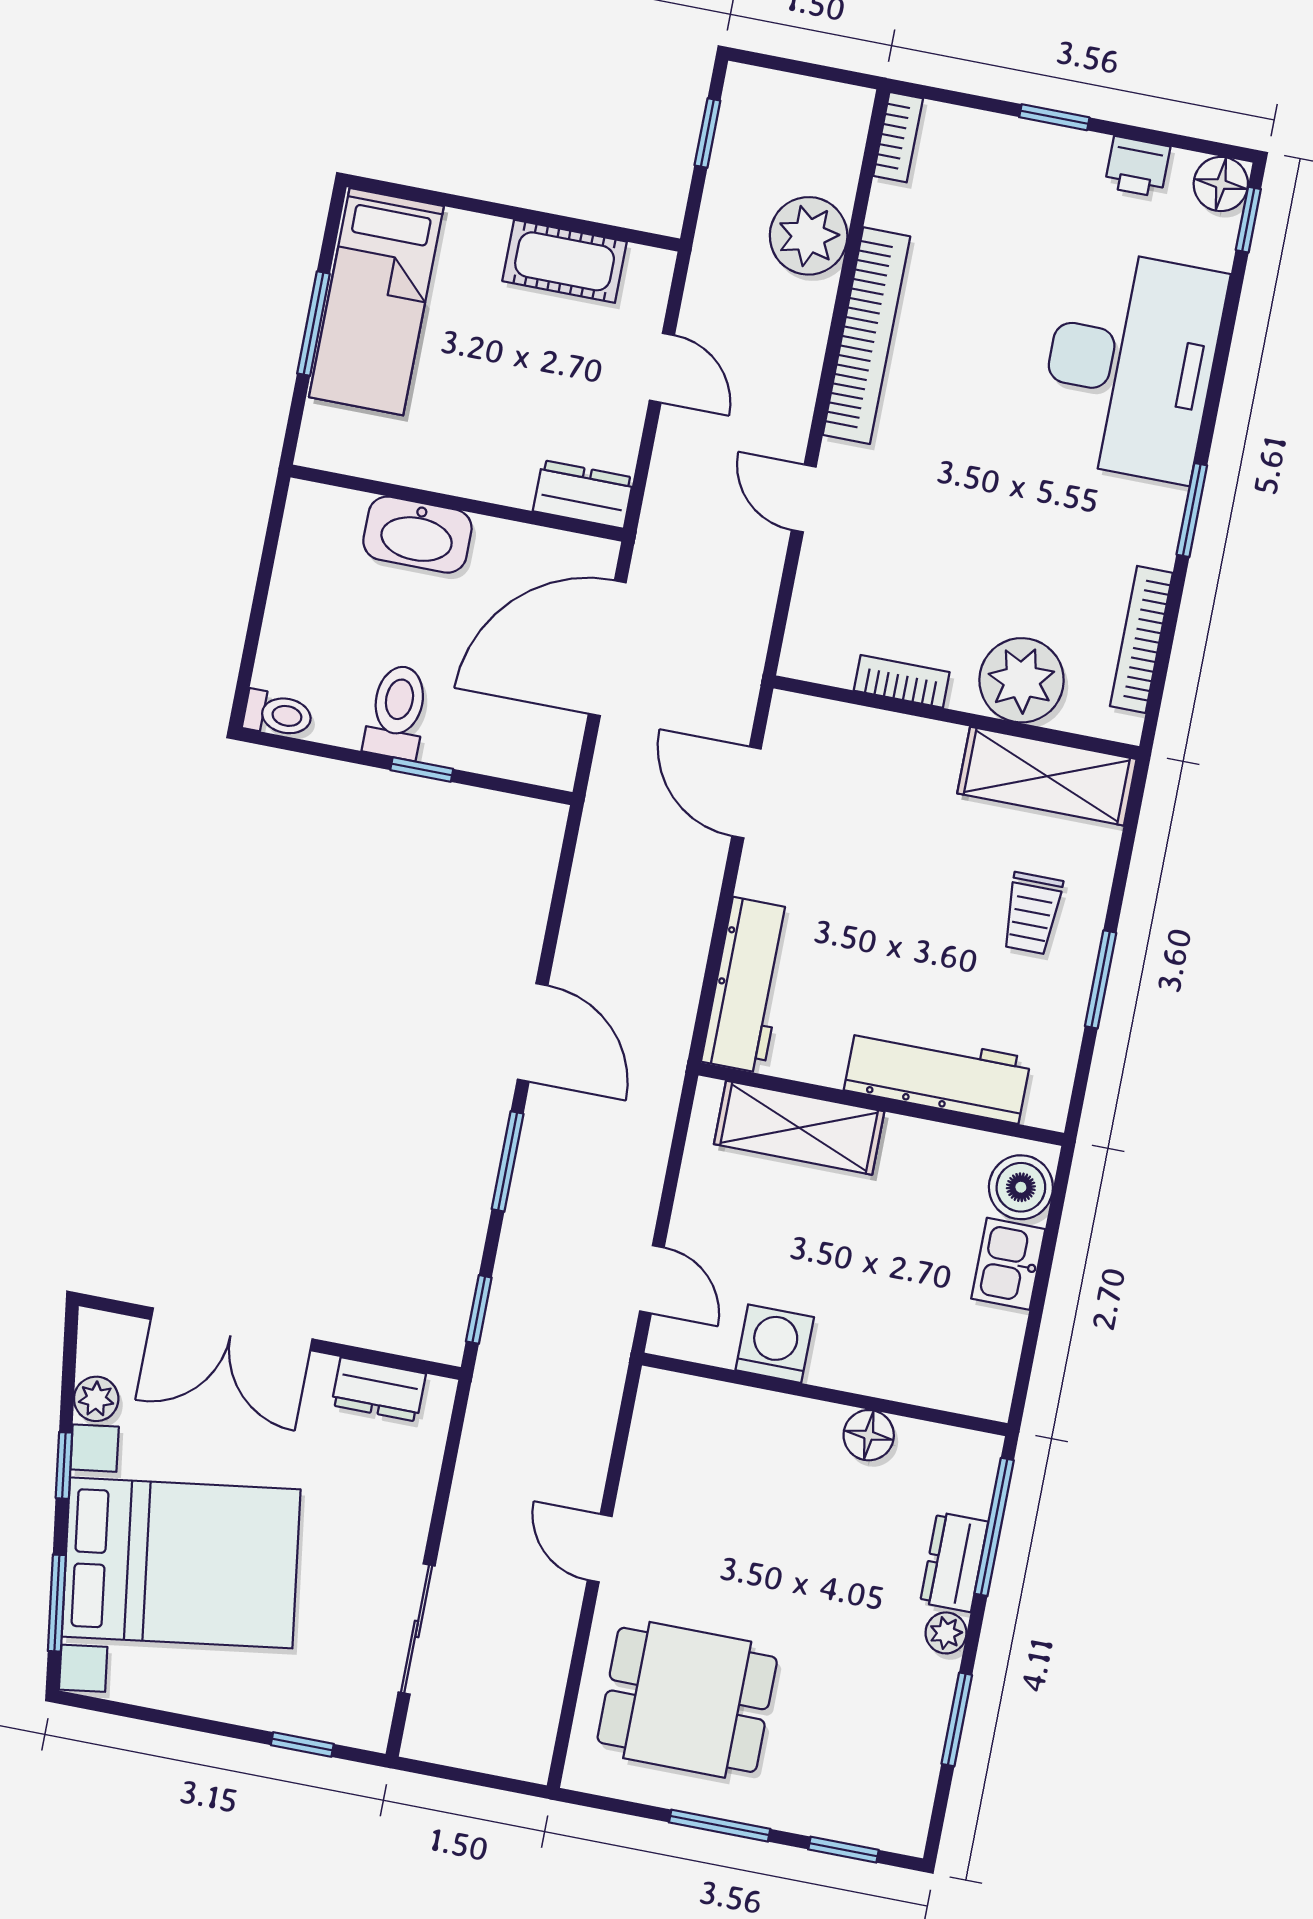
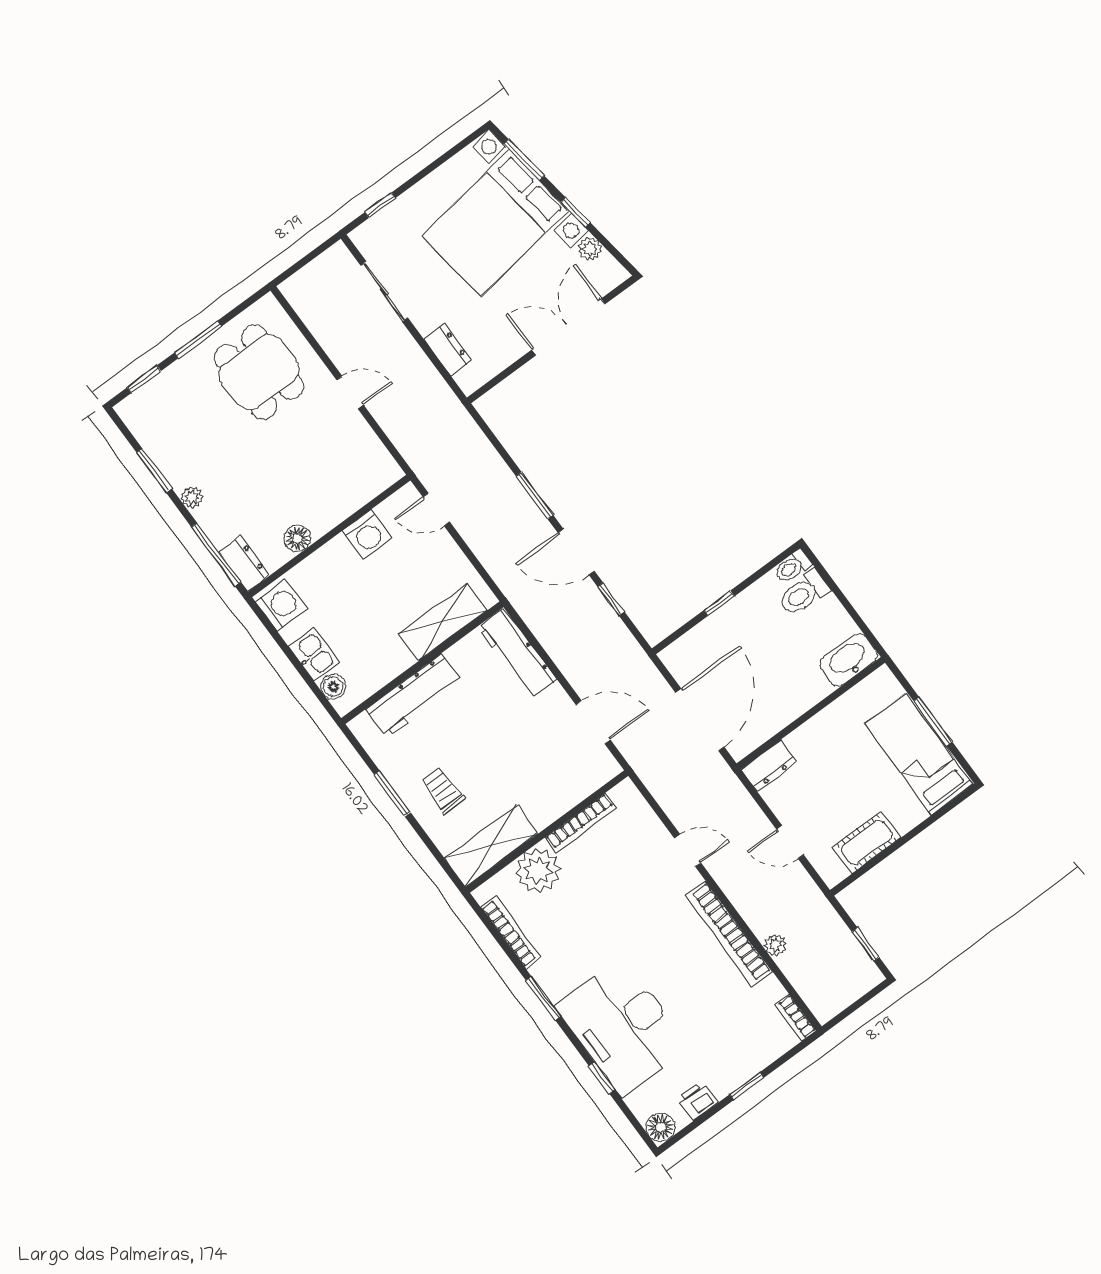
window: (1248, 220) -> (602, 1078), moved
plant: (809, 236) -> (775, 945), width x0.53, depth x0.53
washbasin: (417, 535) -> (848, 660), moved
bookcase: (902, 681) -> (581, 823), width x1.56
toilet: (397, 712) -> (804, 593), moved, turned 90
boiler: (1021, 1187) -> (333, 686), width x0.73, depth x0.73
window: (479, 1309) -> (611, 599), moved
washing machine: (982, 1372) -> (281, 605), added
dresser: (379, 1389) -> (448, 350), moved, turned 90
dresser: (954, 1562) -> (244, 564), moved
dining table: (687, 1700) -> (259, 372), turned 90

